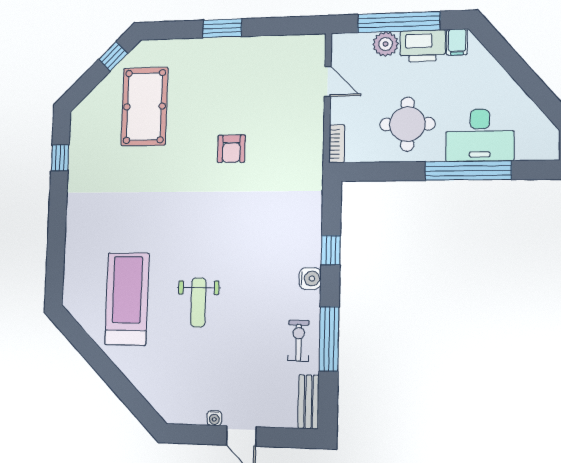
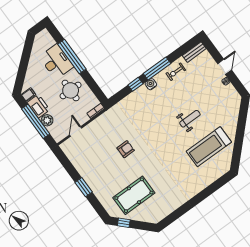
window: (60, 158) -> (177, 214), removed
window: (329, 339) -> (157, 69), moved

